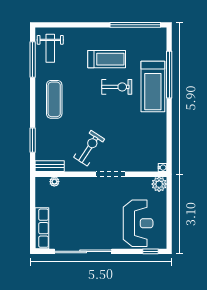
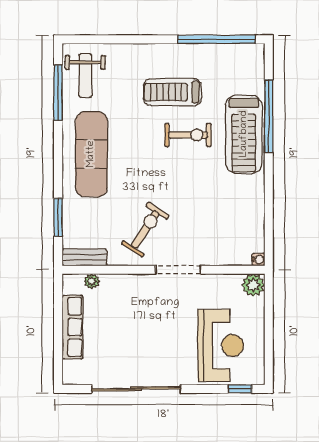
treadmill: (107, 59) -> (172, 92), turned 180
exercise mat: (54, 99) -> (91, 154), width x1.36, depth x1.45
row of seats: (42, 228) -> (72, 327), moved

